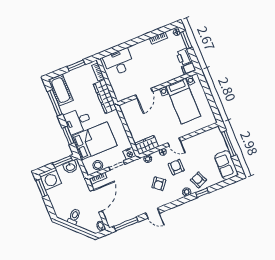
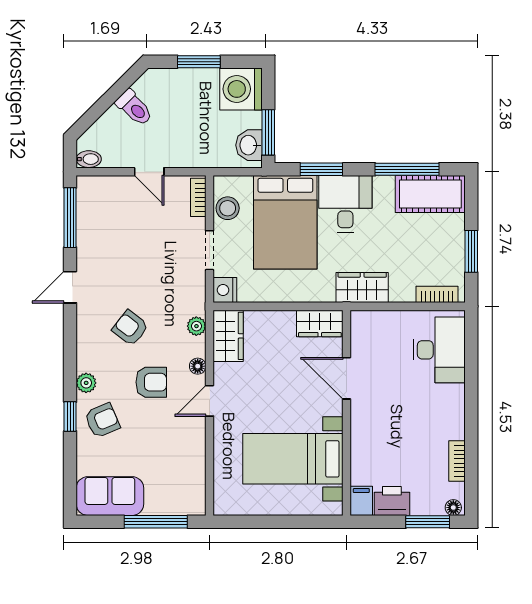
wardrobe: (105, 96) -> (362, 288), width x0.67
wardrobe: (127, 112) -> (320, 323), added
window: (42, 188) -> (199, 62), moved
door: (96, 201) -> (149, 172), width x0.53

